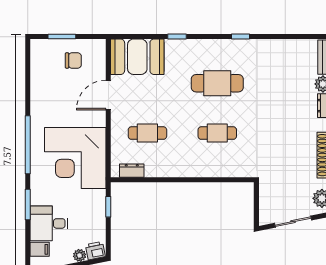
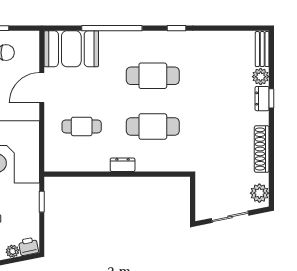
window: (177, 37) -> (112, 28), width x3.17
cafe table: (217, 133) -> (153, 126), width x1.37, depth x1.35
dresser: (132, 171) -> (123, 165), moved

